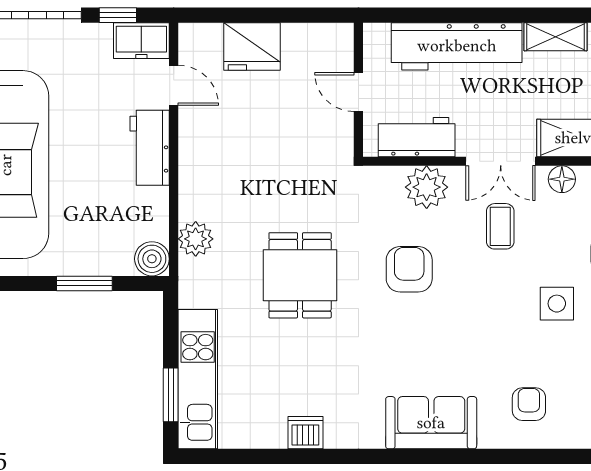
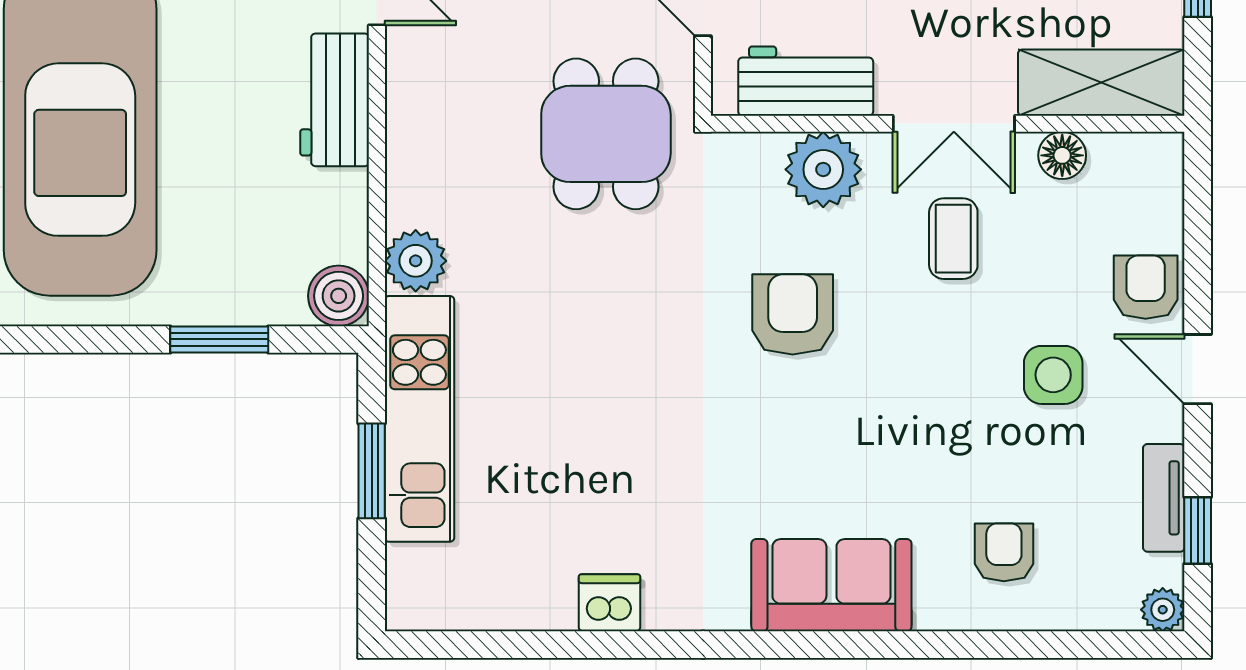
dining table: (300, 275) -> (606, 134), moved
kitchen unit: (198, 379) -> (419, 419), moved
window: (171, 395) -> (372, 471), moved

